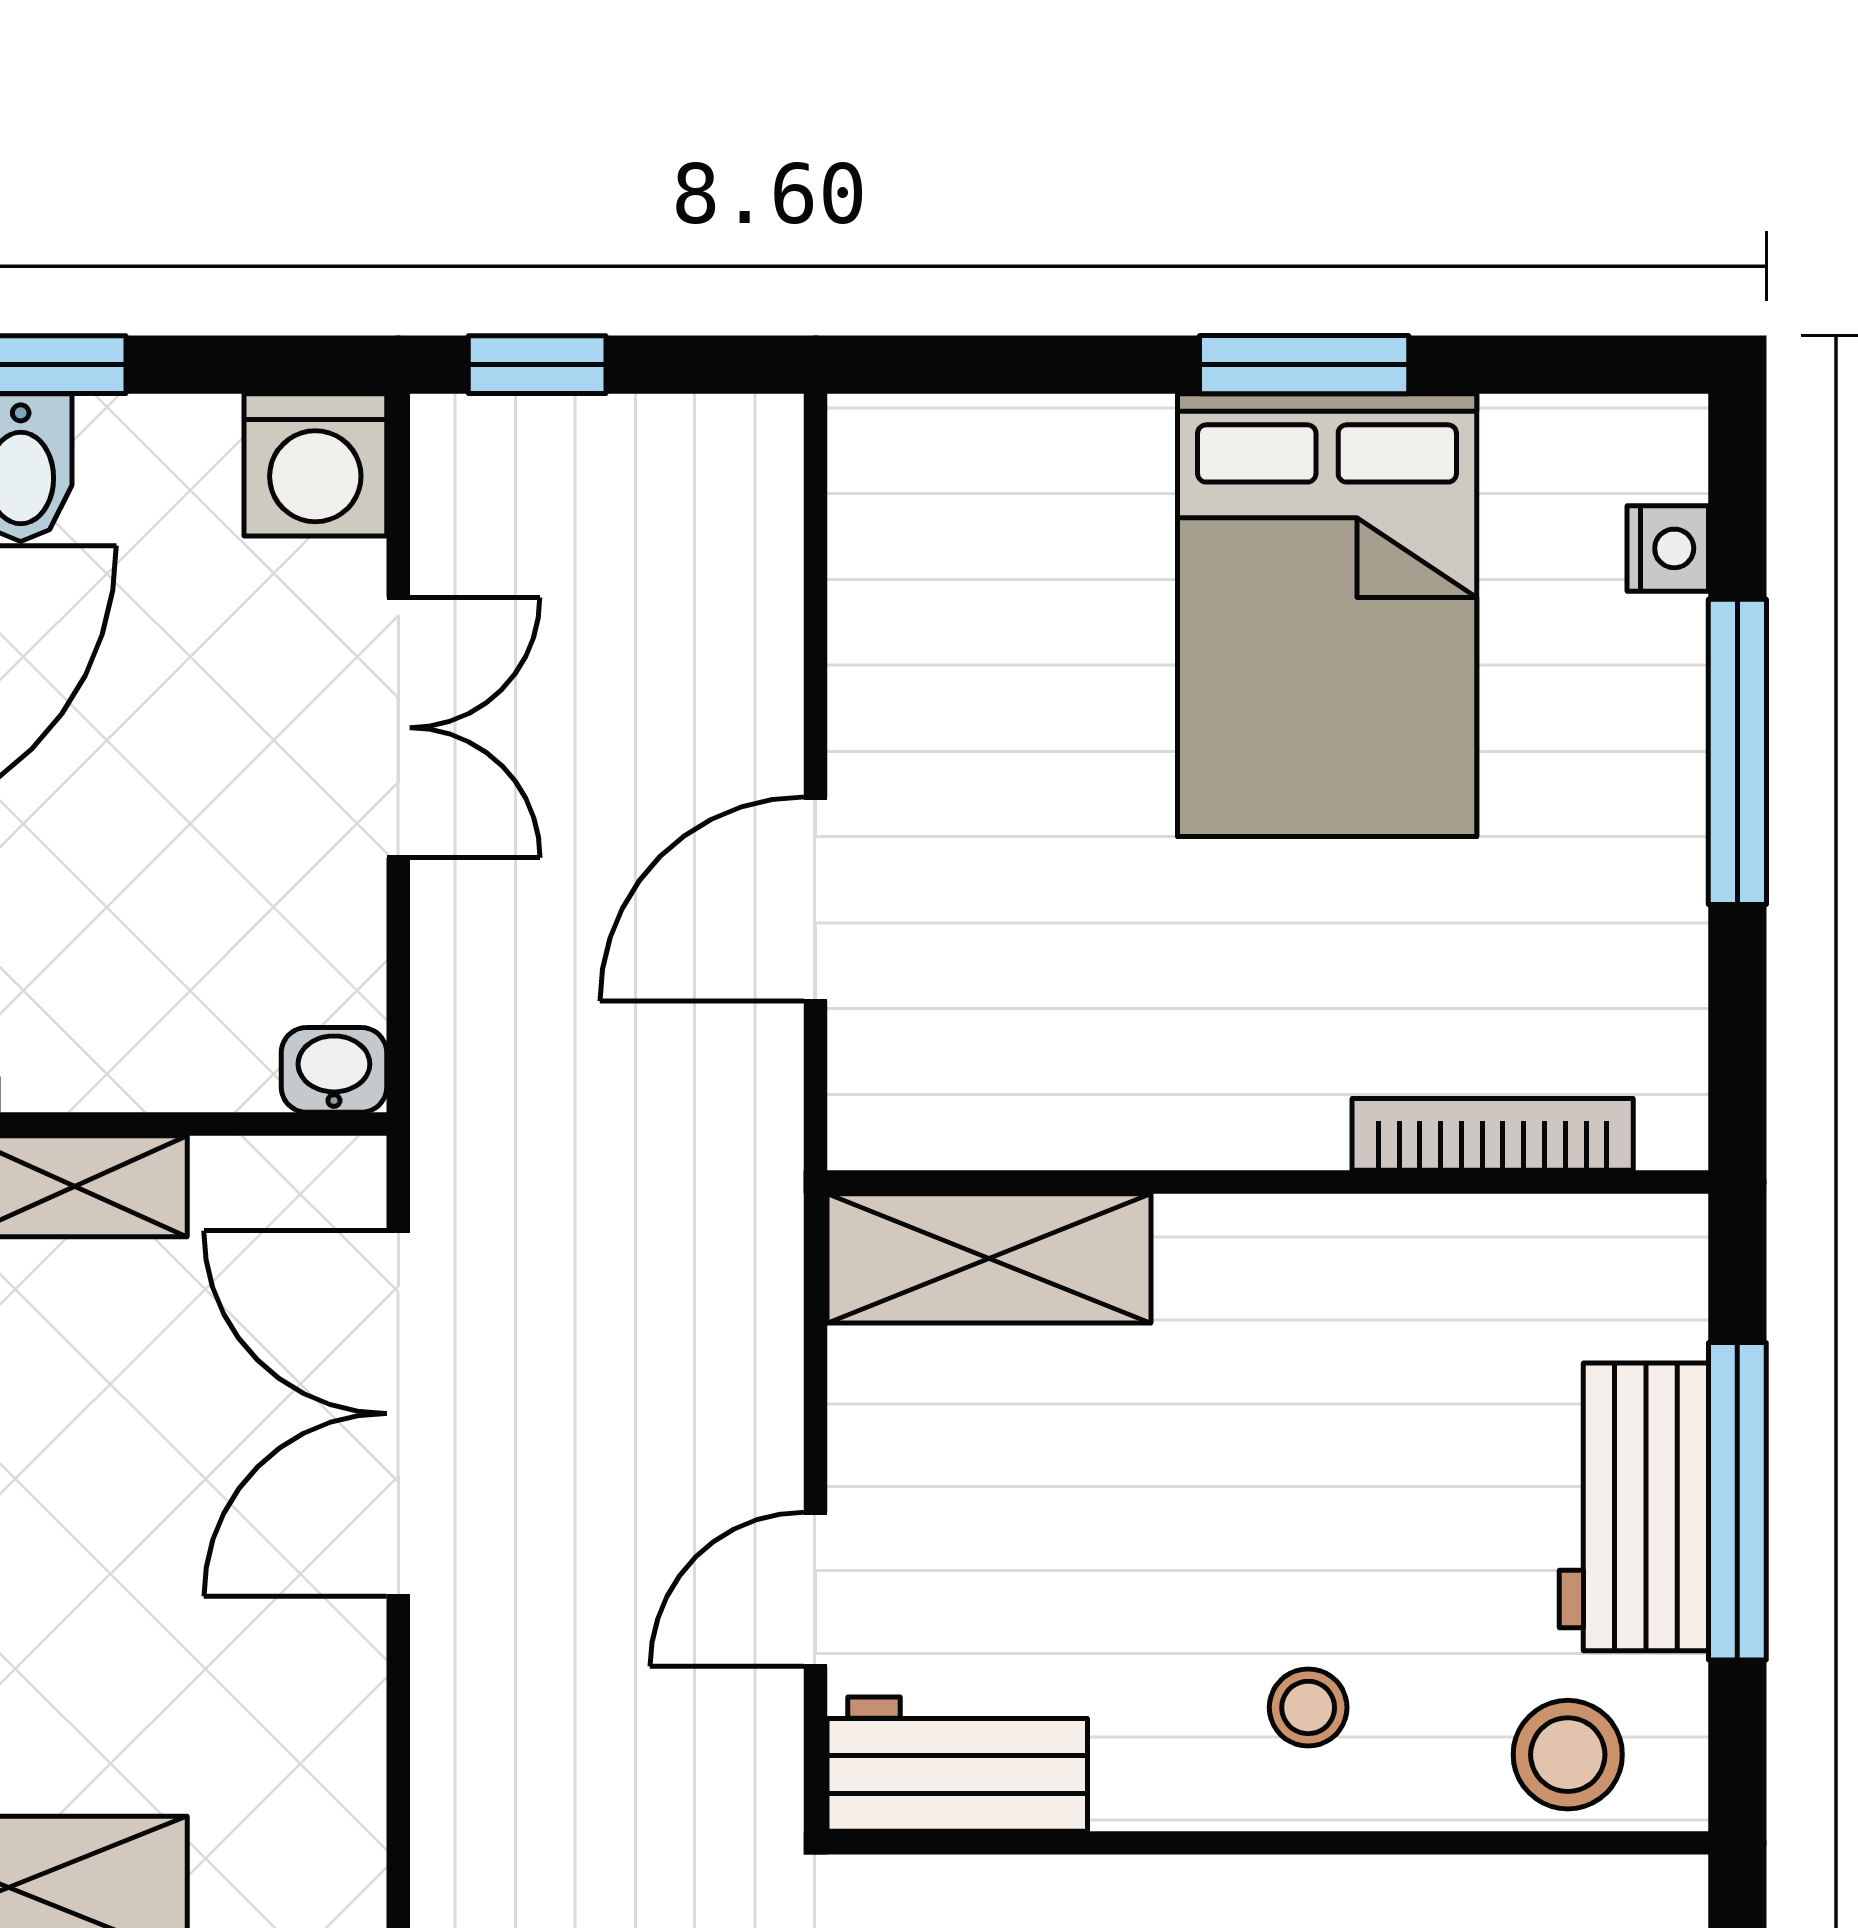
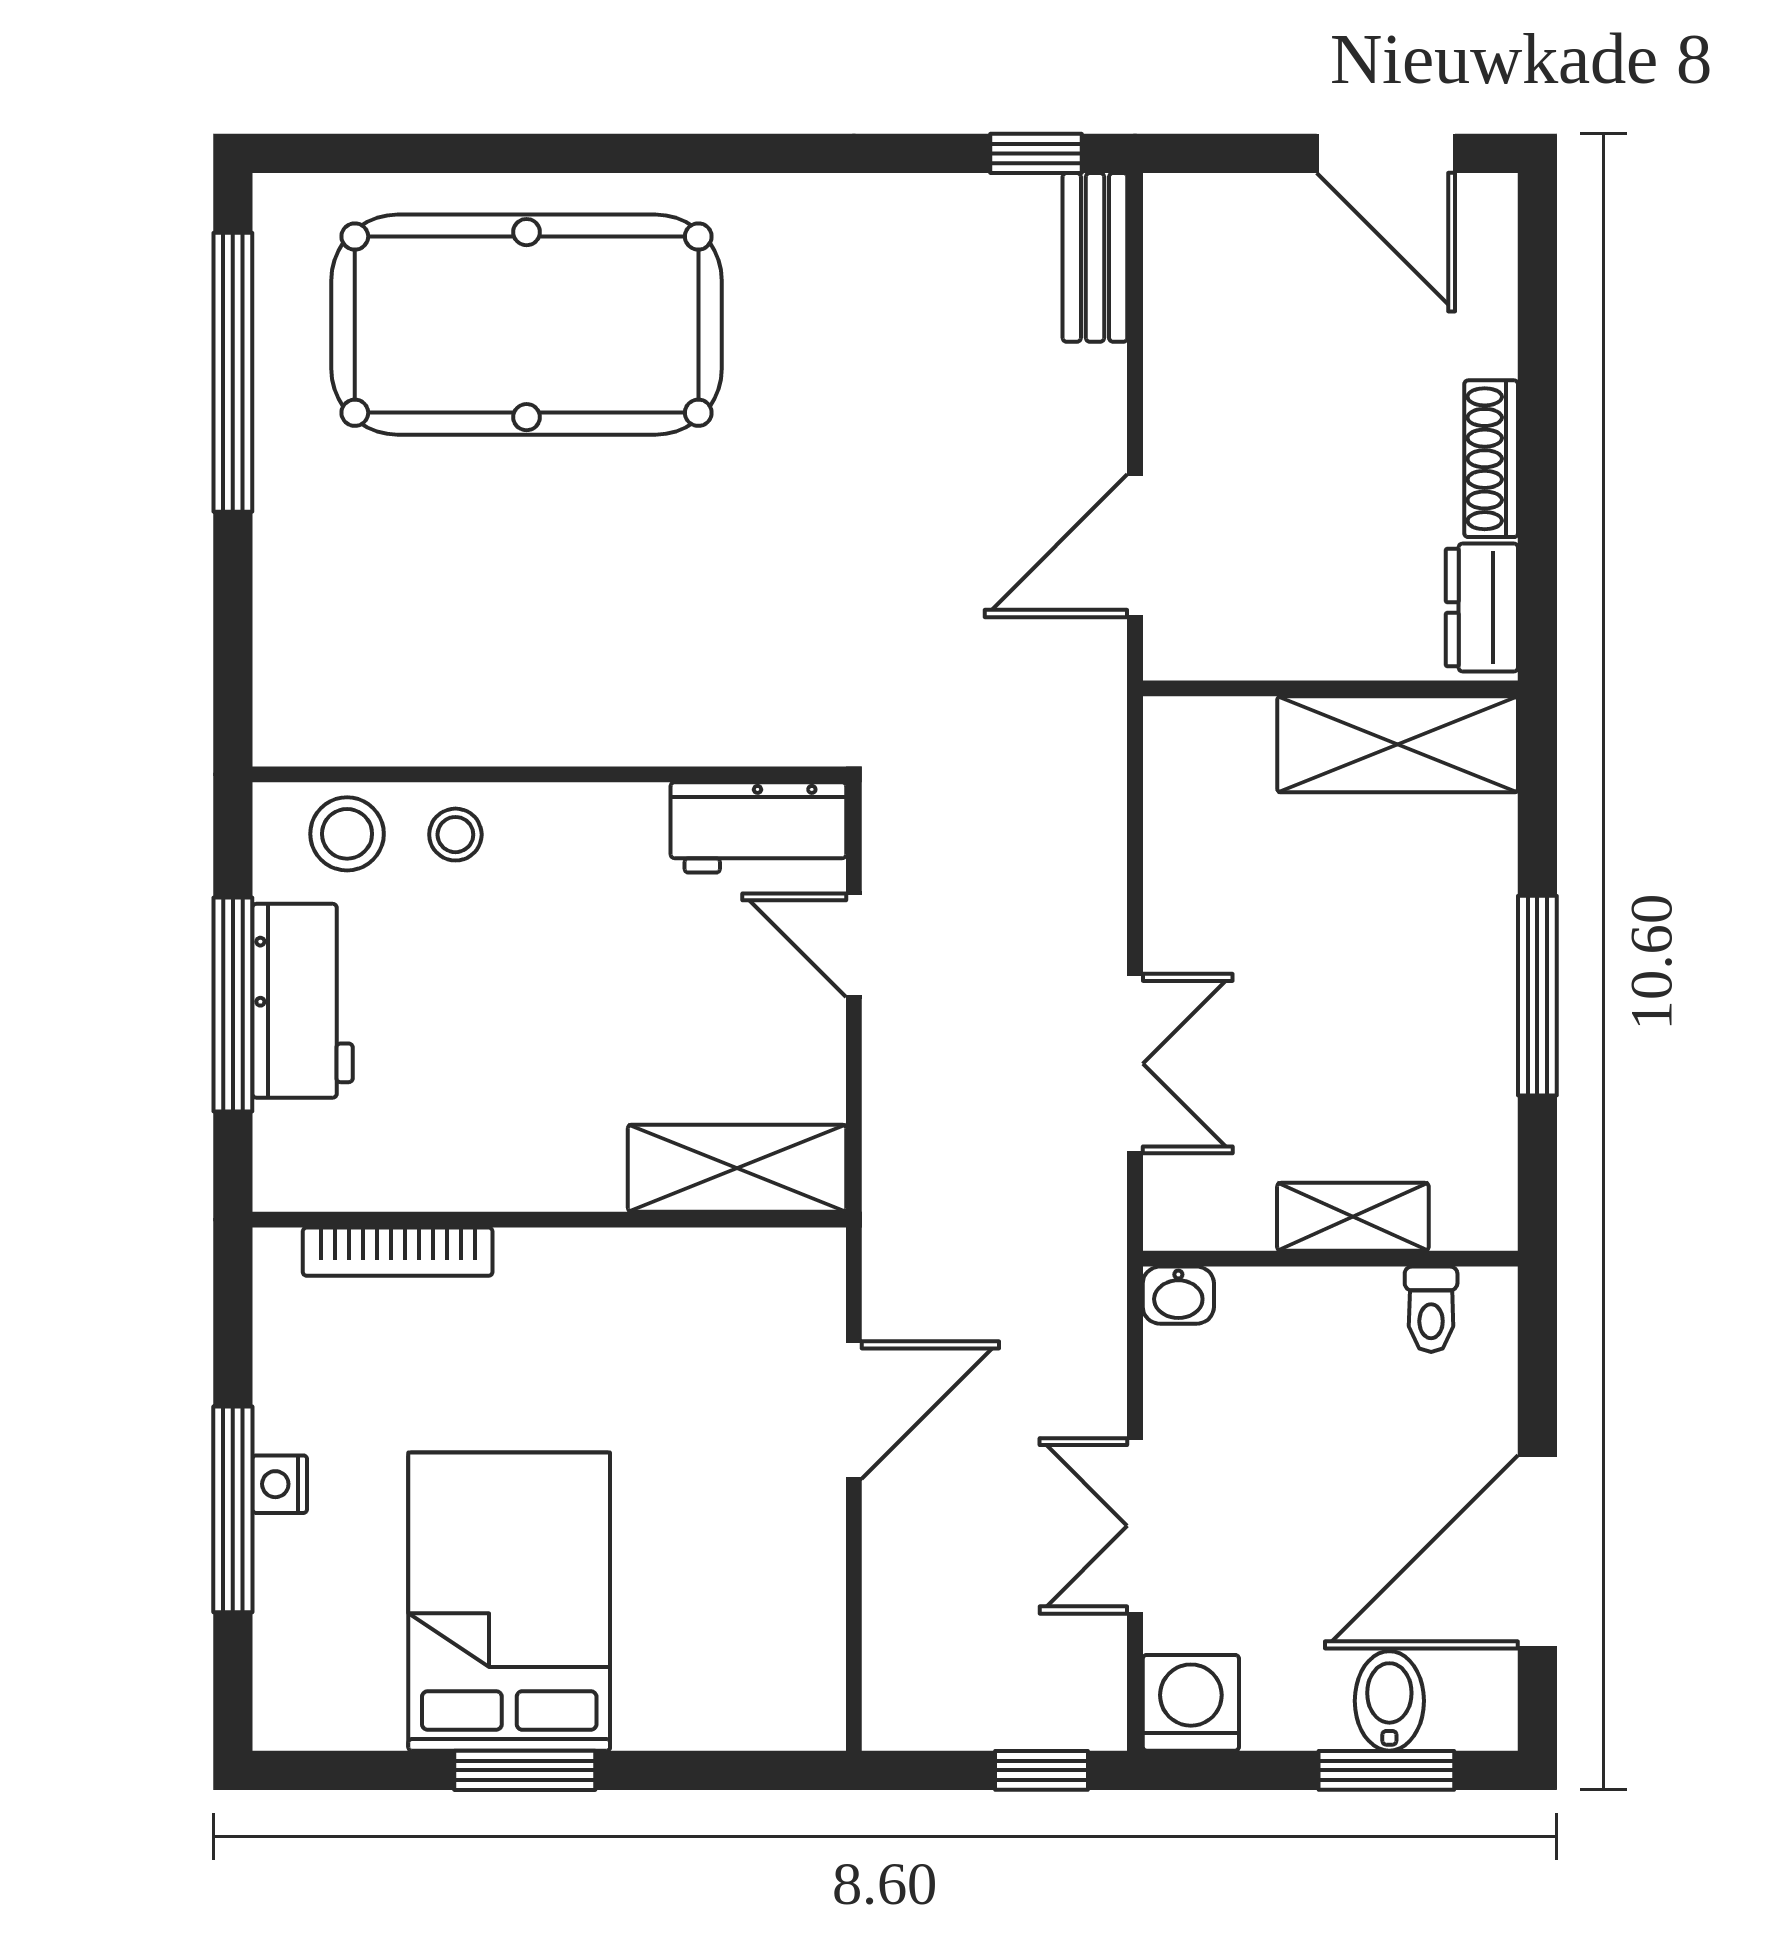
nightstand: (1668, 548) -> (280, 1484), moved
double door: (398, 1414) -> (1135, 1064), width x0.73
door: (816, 1589) -> (854, 945), swing flipped
stool: (1308, 1707) -> (455, 835), moved

